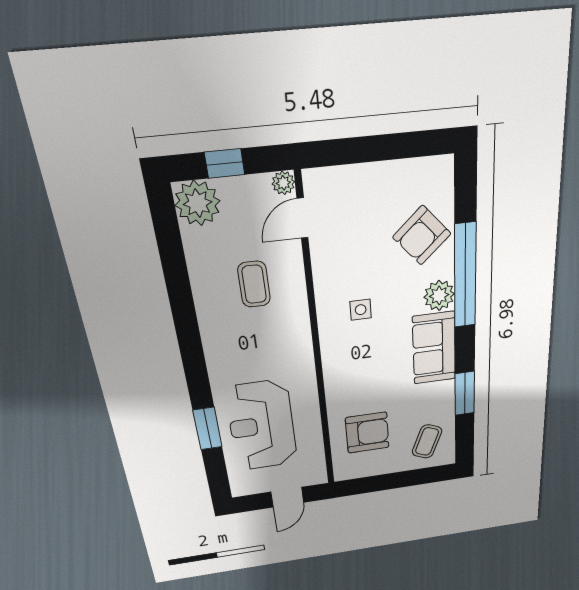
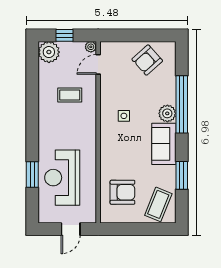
armchair: (422, 235) -> (147, 60), moved
coffee table: (254, 284) -> (70, 95), turned 90
coffee table: (427, 441) -> (158, 204), width x1.36, depth x1.30

